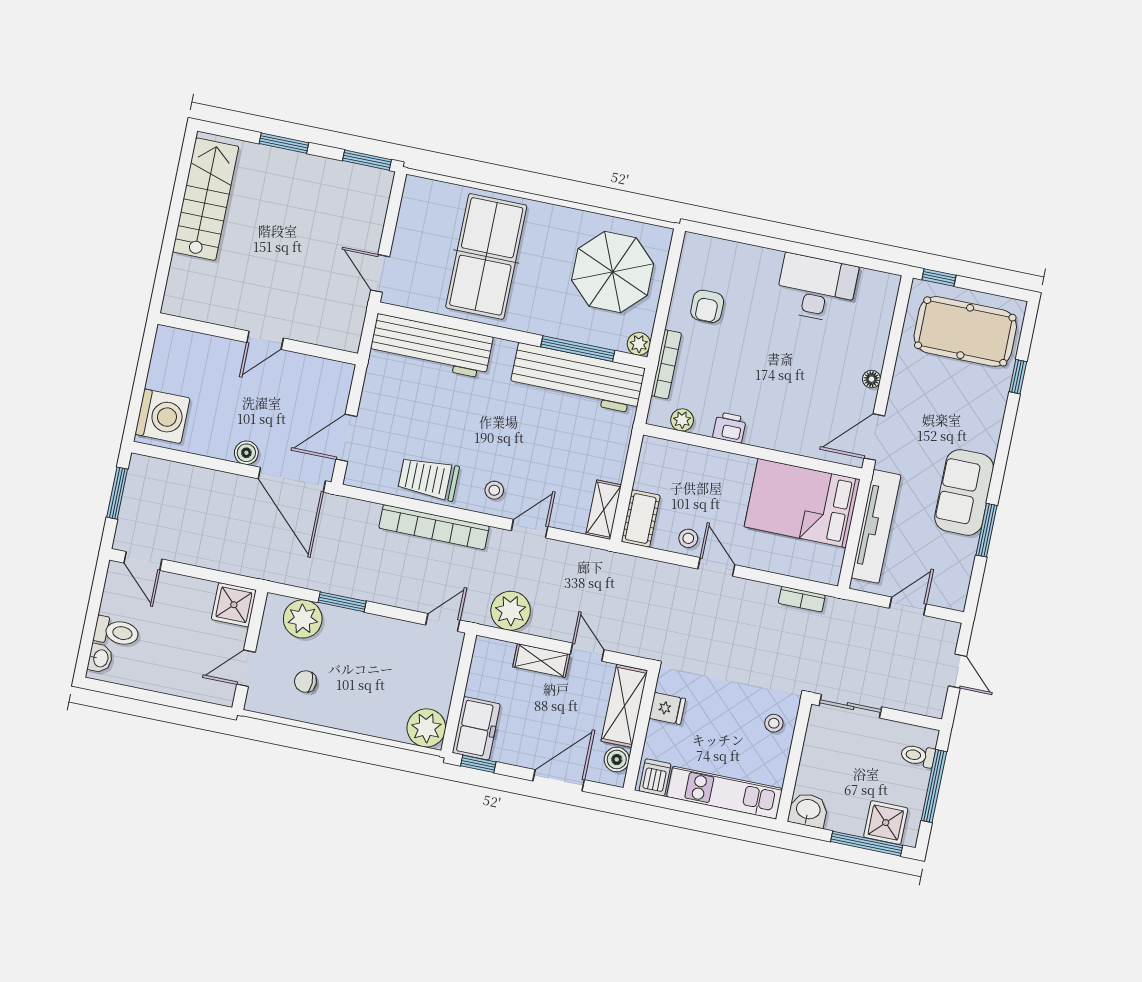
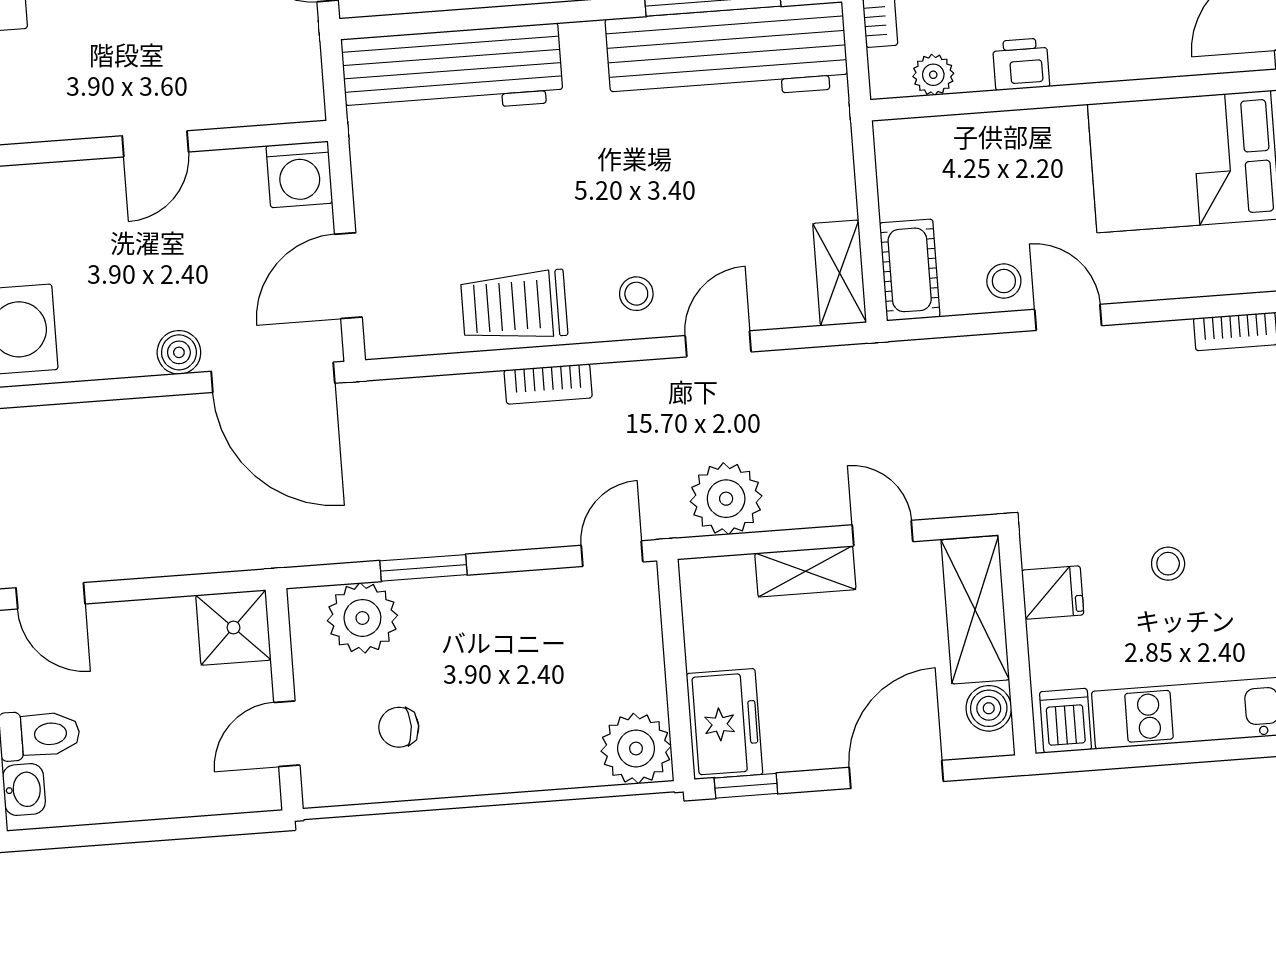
washing machine: (336, 378) -> (299, 174), added
bookcase: (434, 527) -> (548, 384), width x0.43, depth x0.76
stool: (774, 723) -> (1168, 564), moved

